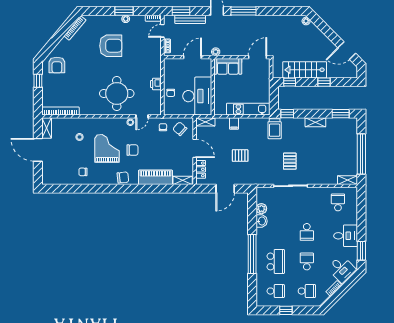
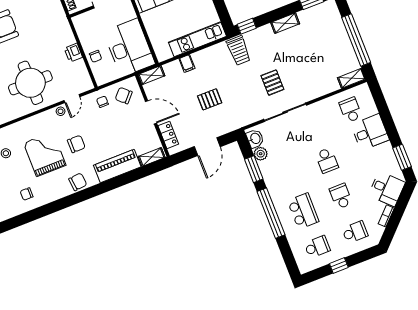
window: (252, 218) -> (254, 169), added
washbasin: (262, 221) -> (255, 139), moved
desk: (346, 236) -> (370, 132), moved

